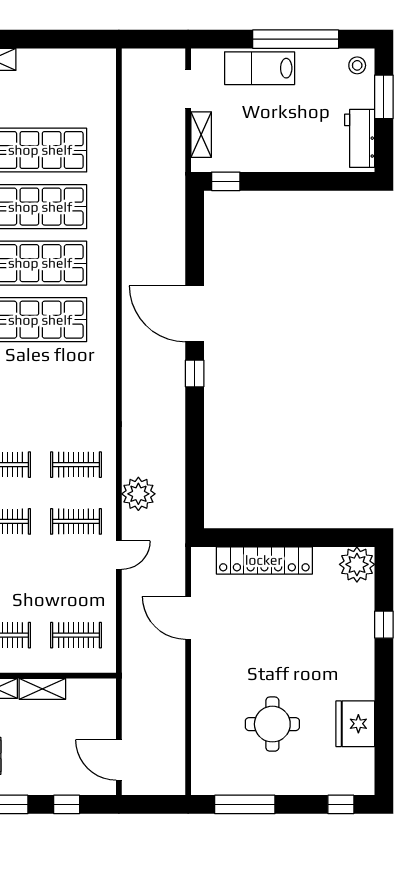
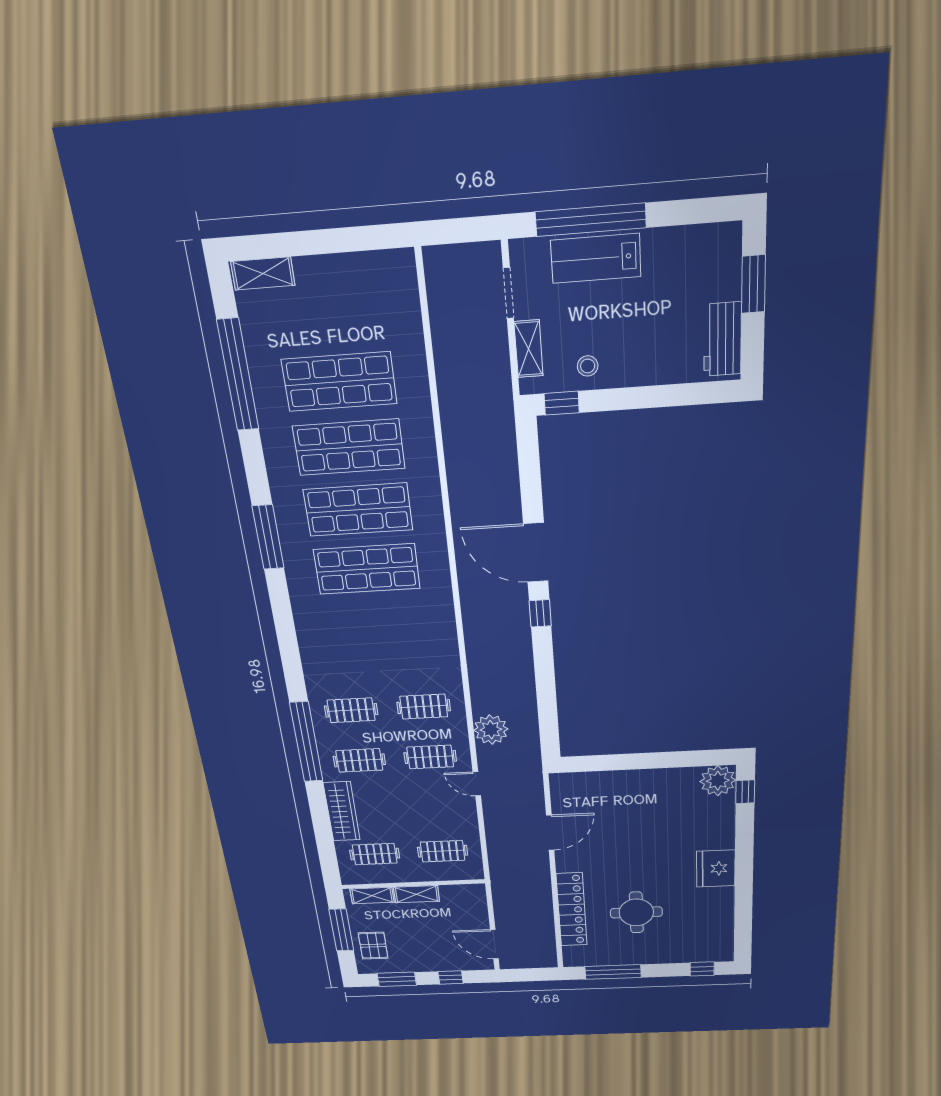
window: (296, 39) -> (591, 220), moved
stool: (357, 65) -> (588, 366), moved
door: (119, 555) -> (477, 784), swing flipped
locker: (264, 560) -> (572, 910), moved, turned -90
door: (188, 618) -> (550, 833), swing flipped
window: (384, 625) -> (745, 792), moved
fridge: (355, 724) -> (716, 869), moved

